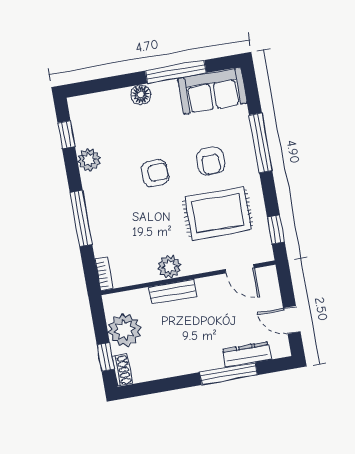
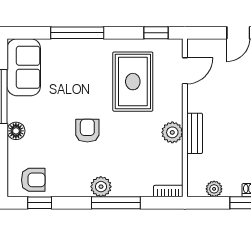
plant: (89, 160) -> (101, 187), moved
armchair: (211, 161) -> (33, 180), moved
plant: (125, 330) -> (214, 189), width x0.53, depth x0.53

